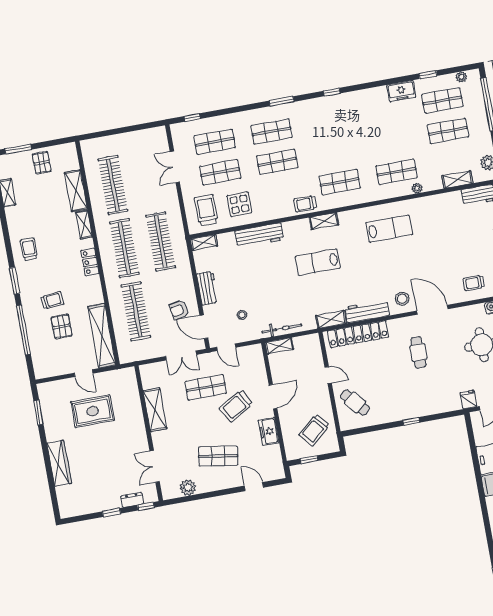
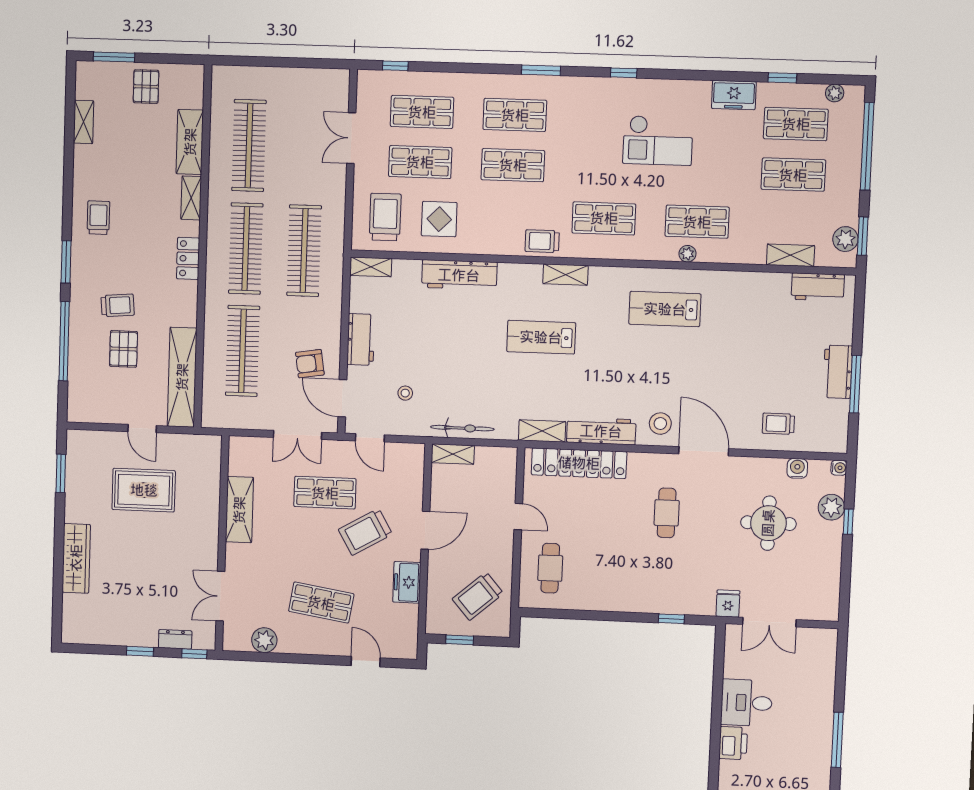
checkout: (362, 128) -> (658, 140), added
plant: (417, 188) -> (687, 254), moved
lab bench: (389, 229) -> (665, 309), turned 180
cafe table: (355, 403) -> (550, 568), turned 41
window: (411, 421) -> (671, 619), moved

